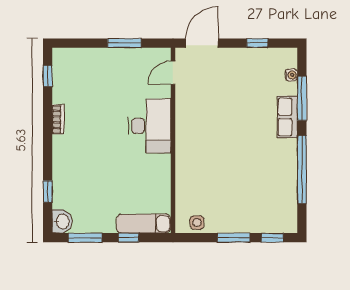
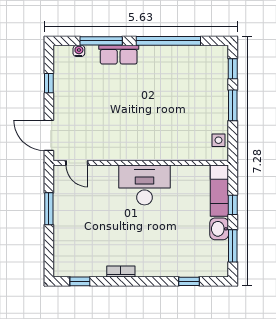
desk: (150, 126) -> (144, 185), moved
washbasin: (62, 221) -> (219, 229), moved, turned -90

